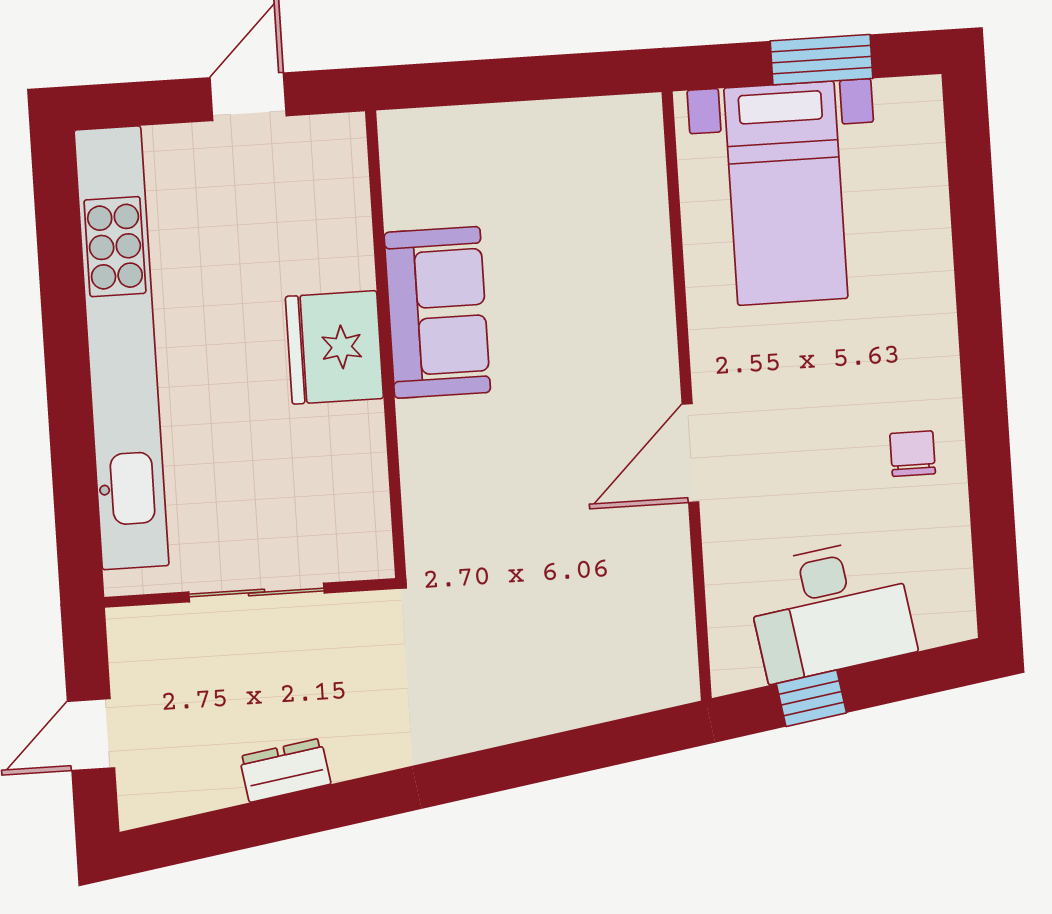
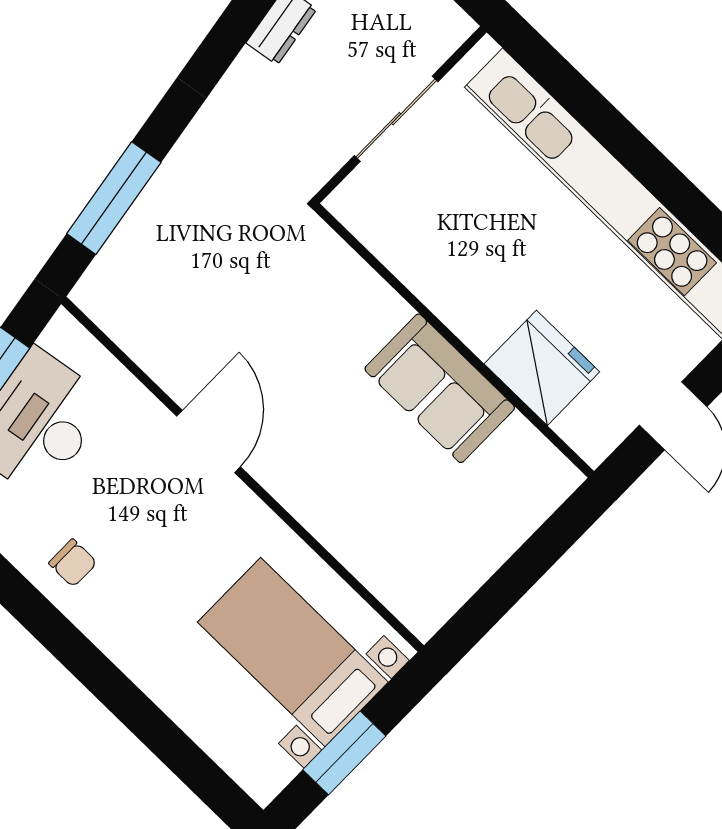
fridge: (334, 347) -> (542, 368), moved
window: (578, 751) -> (114, 198), added

